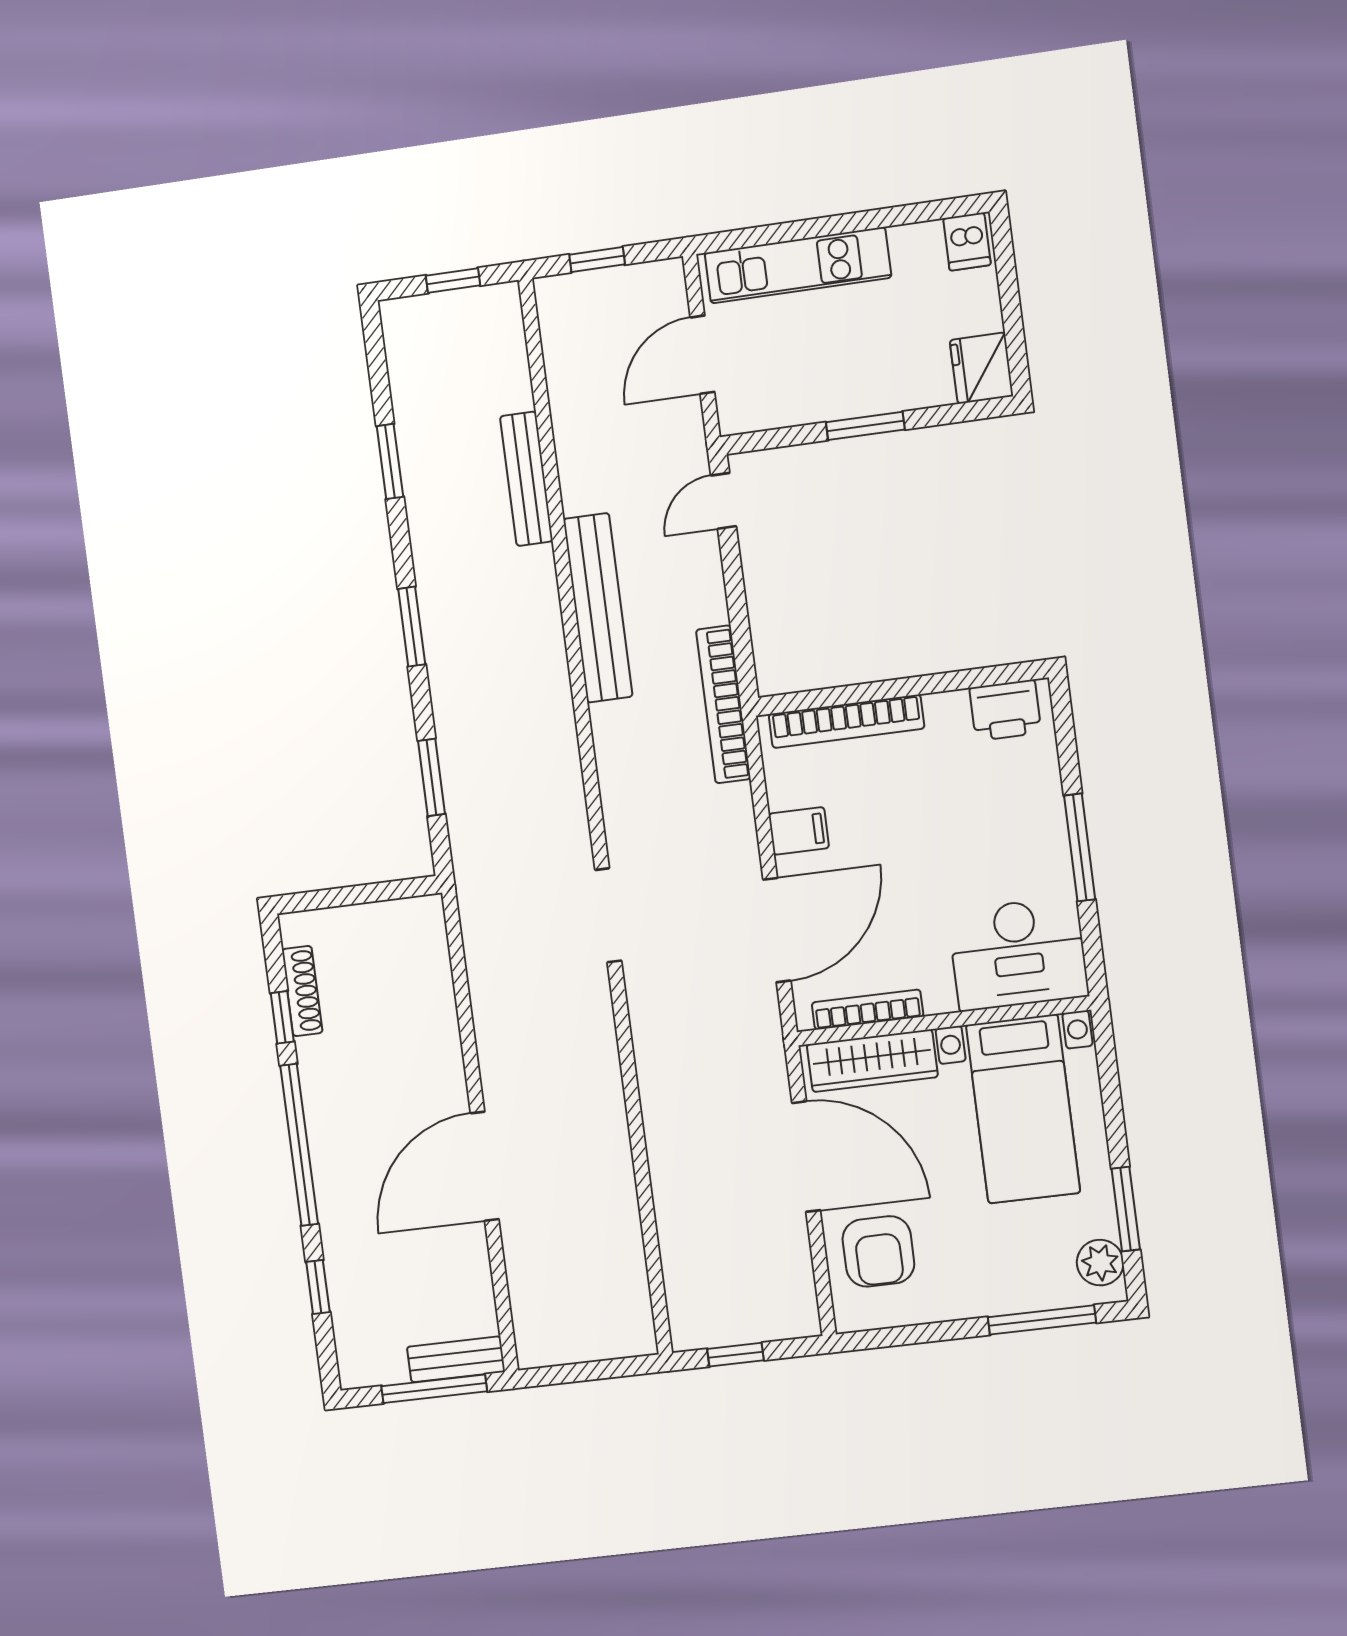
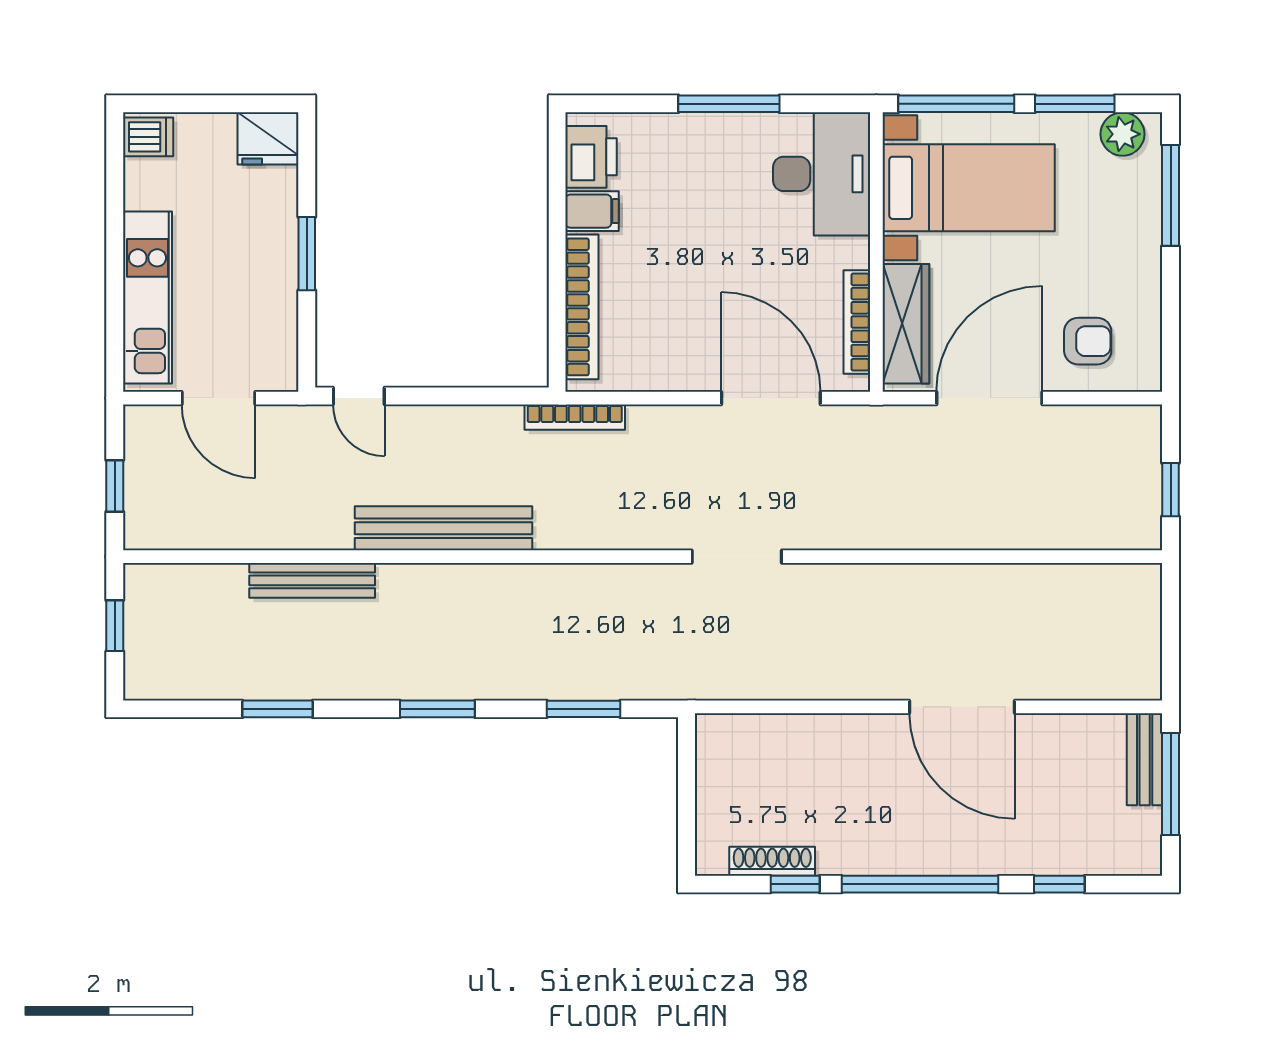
bookcase: (723, 704) -> (575, 417), width x0.68, depth x0.76
filing cabinet: (799, 831) -> (592, 211), moved, turned 90
window: (1110, 1085) -> (956, 104), added
armchair: (878, 1251) -> (1088, 341), width x0.72, depth x0.72

